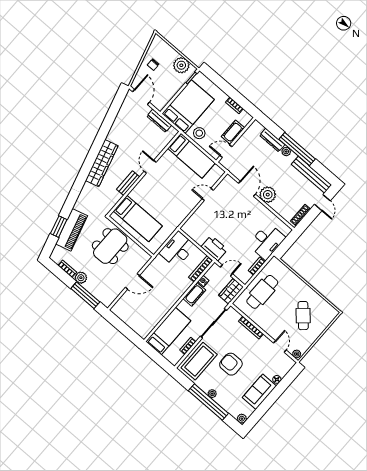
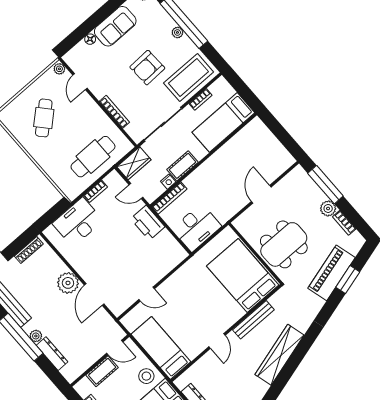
bench: (128, 183) -> (253, 320), width x1.36
bed: (138, 218) -> (243, 276), width x1.50
door: (132, 281) -> (261, 194), hinge flipped
armchair: (231, 364) -> (147, 68), turned 88

